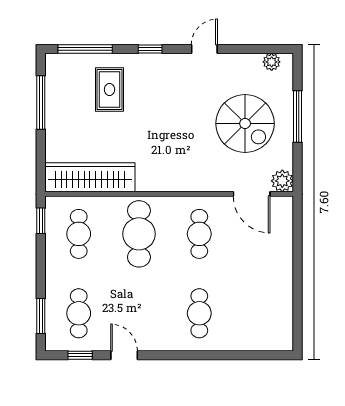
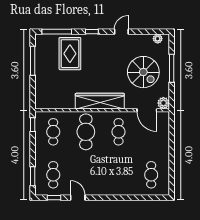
rug: (109, 89) -> (70, 54), width x1.36, depth x1.43
wardrobe: (90, 177) -> (100, 101), moved
cafe table: (199, 313) -> (151, 175), moved

